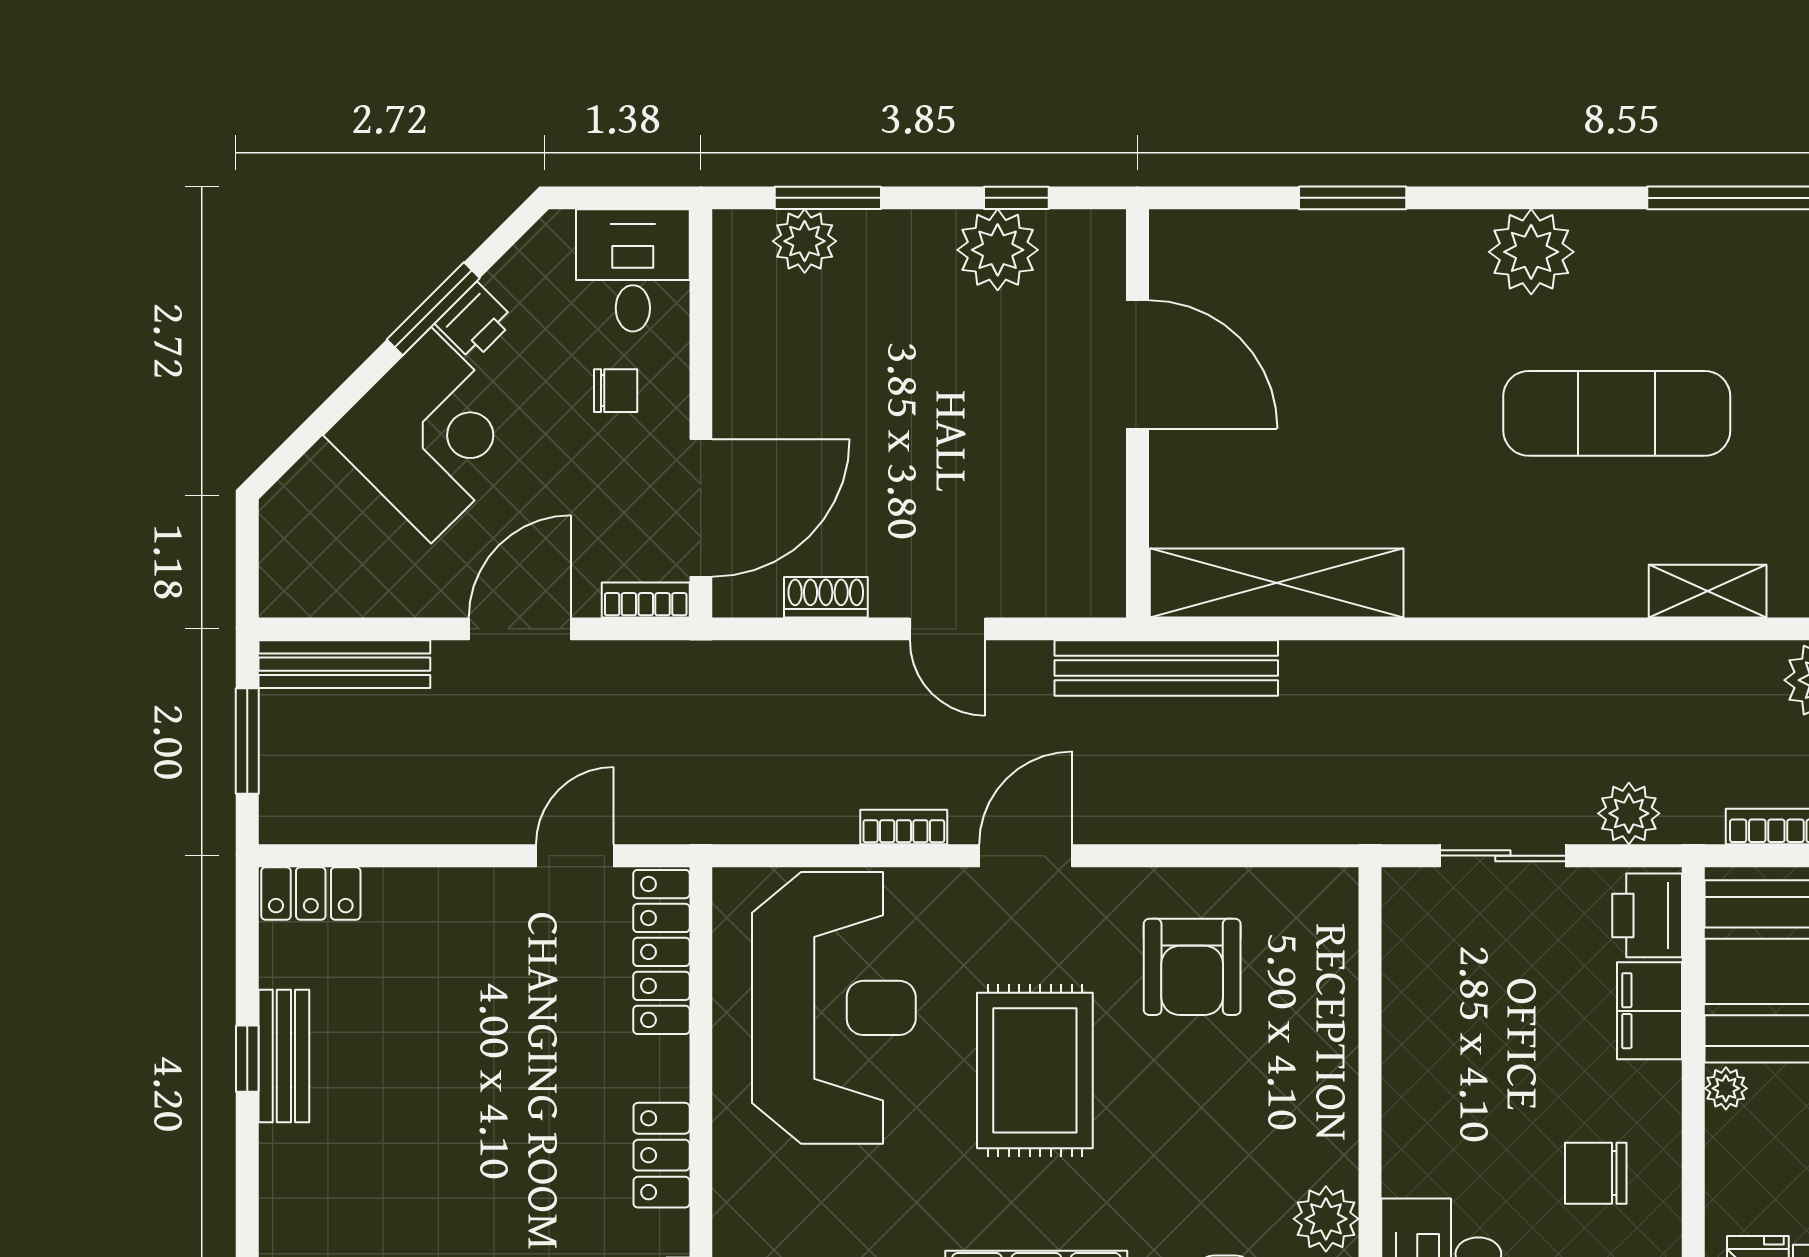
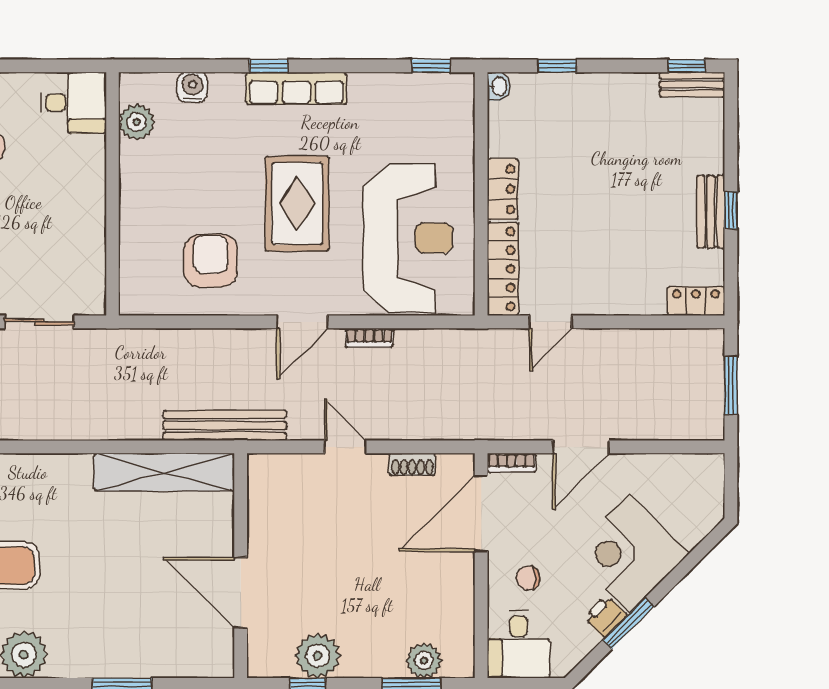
bench: (344, 664) -> (678, 427), removed
reception desk: (834, 1008) -> (408, 238), turned 180
locker: (662, 1155) -> (503, 189), moved

